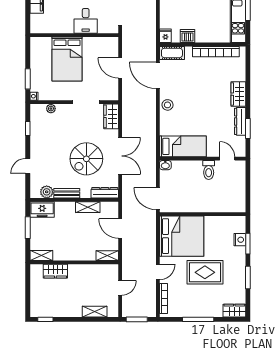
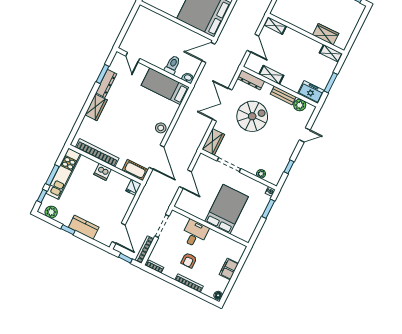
dishwasher: (188, 36) -> (103, 172), moved
toilet: (209, 170) -> (172, 65), moved
door: (158, 199) -> (208, 52), swing flipped

